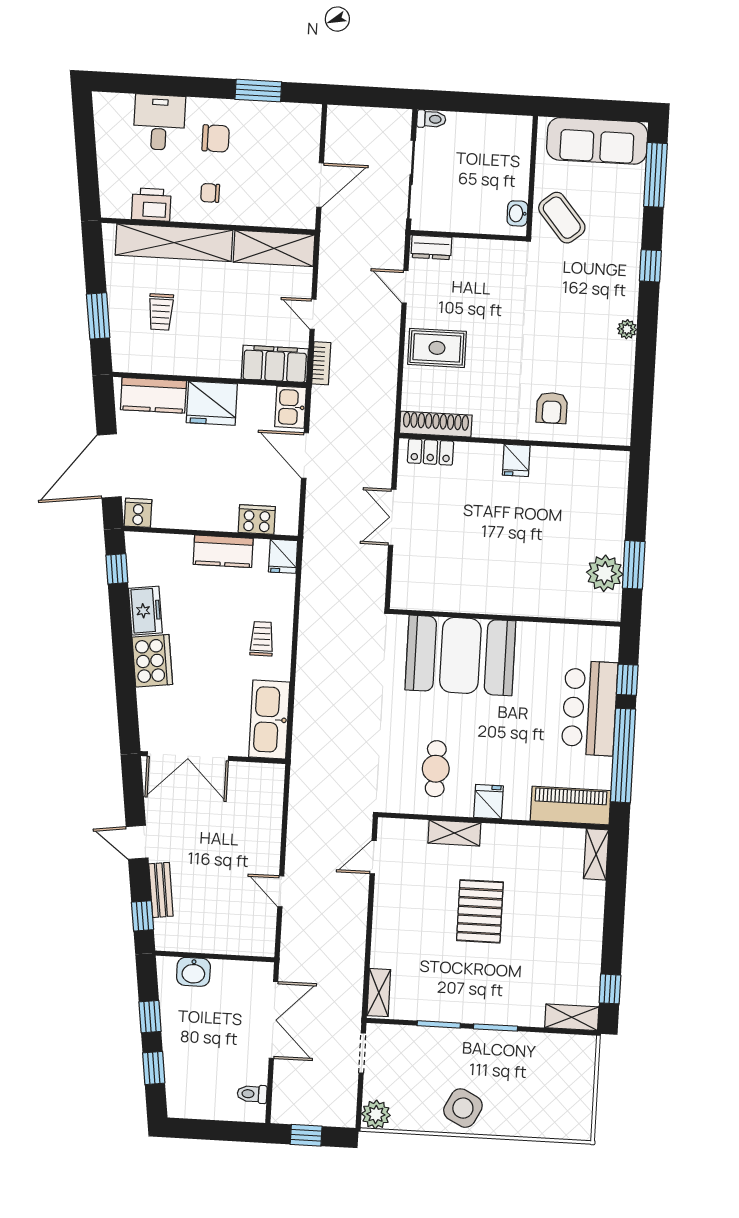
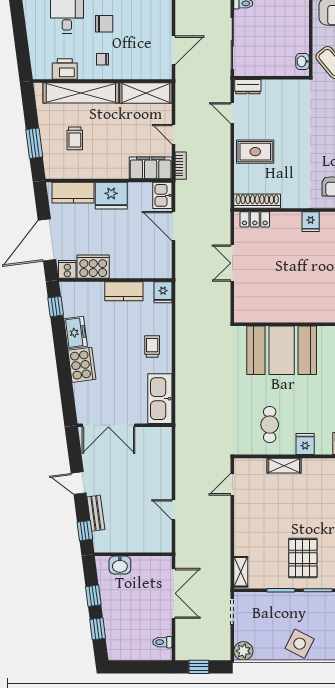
cooker: (257, 520) -> (93, 267), moved, width x1.37, depth x1.31
pallet: (480, 911) -> (303, 558), moved

